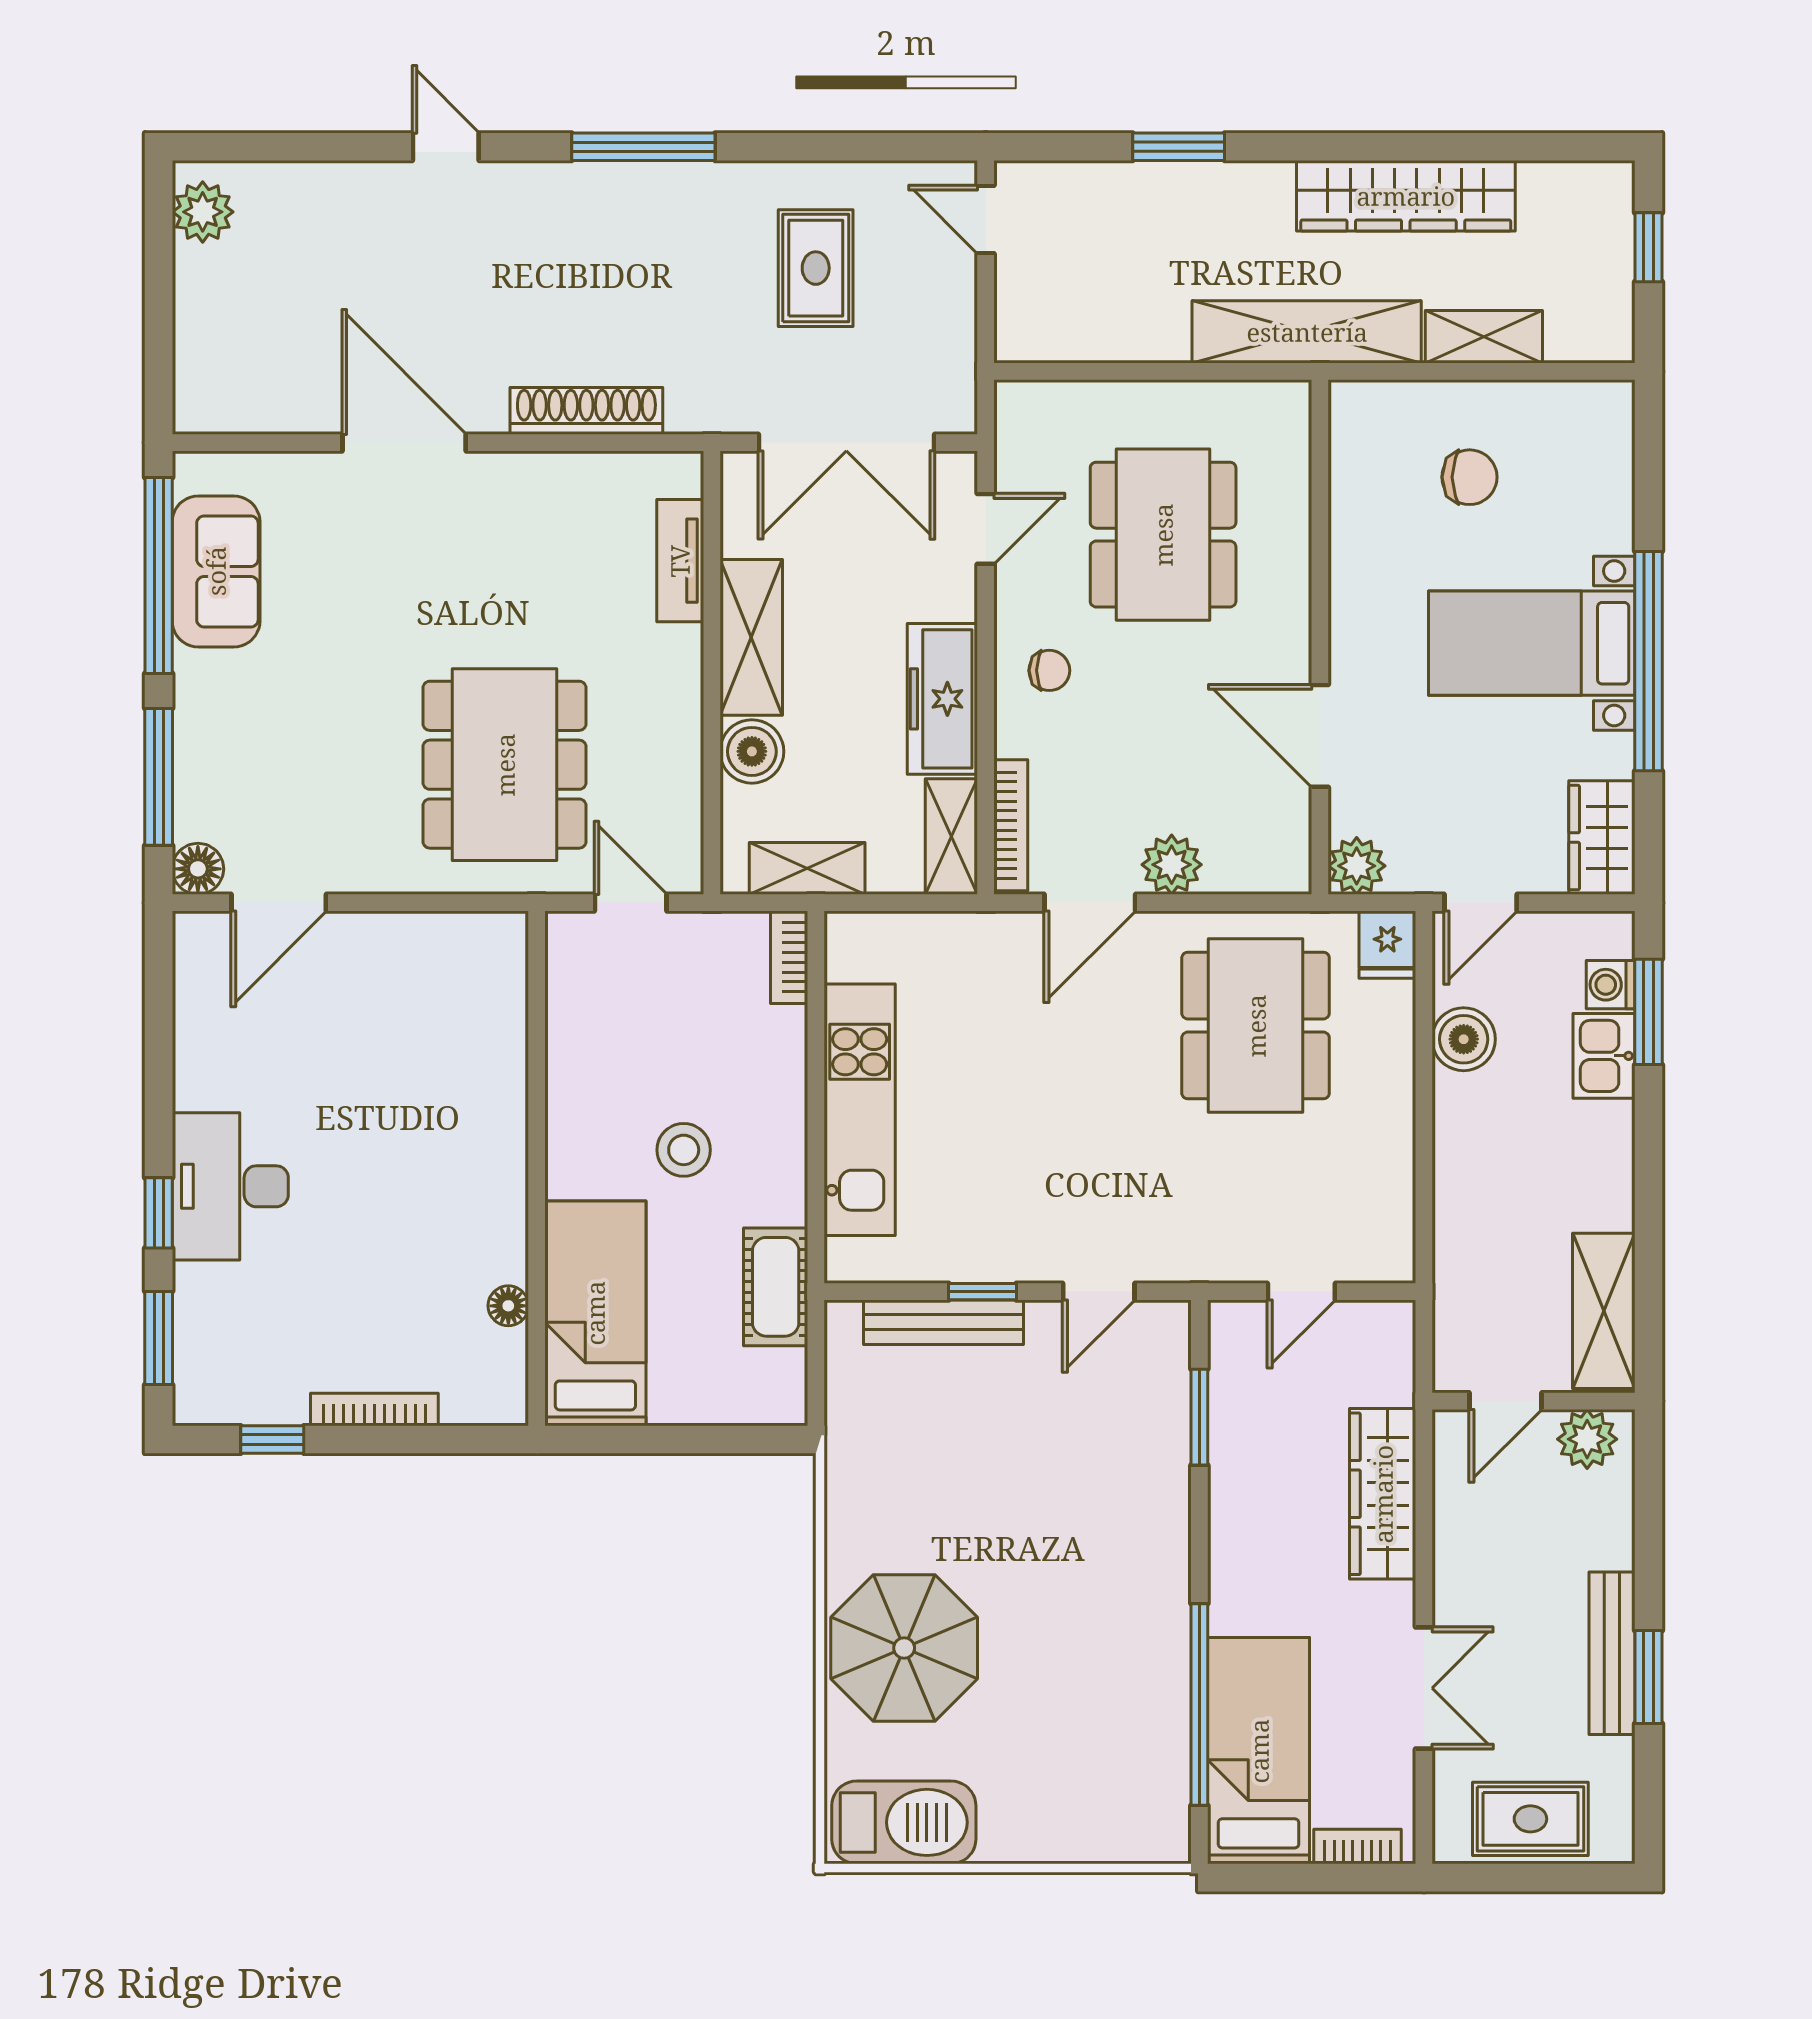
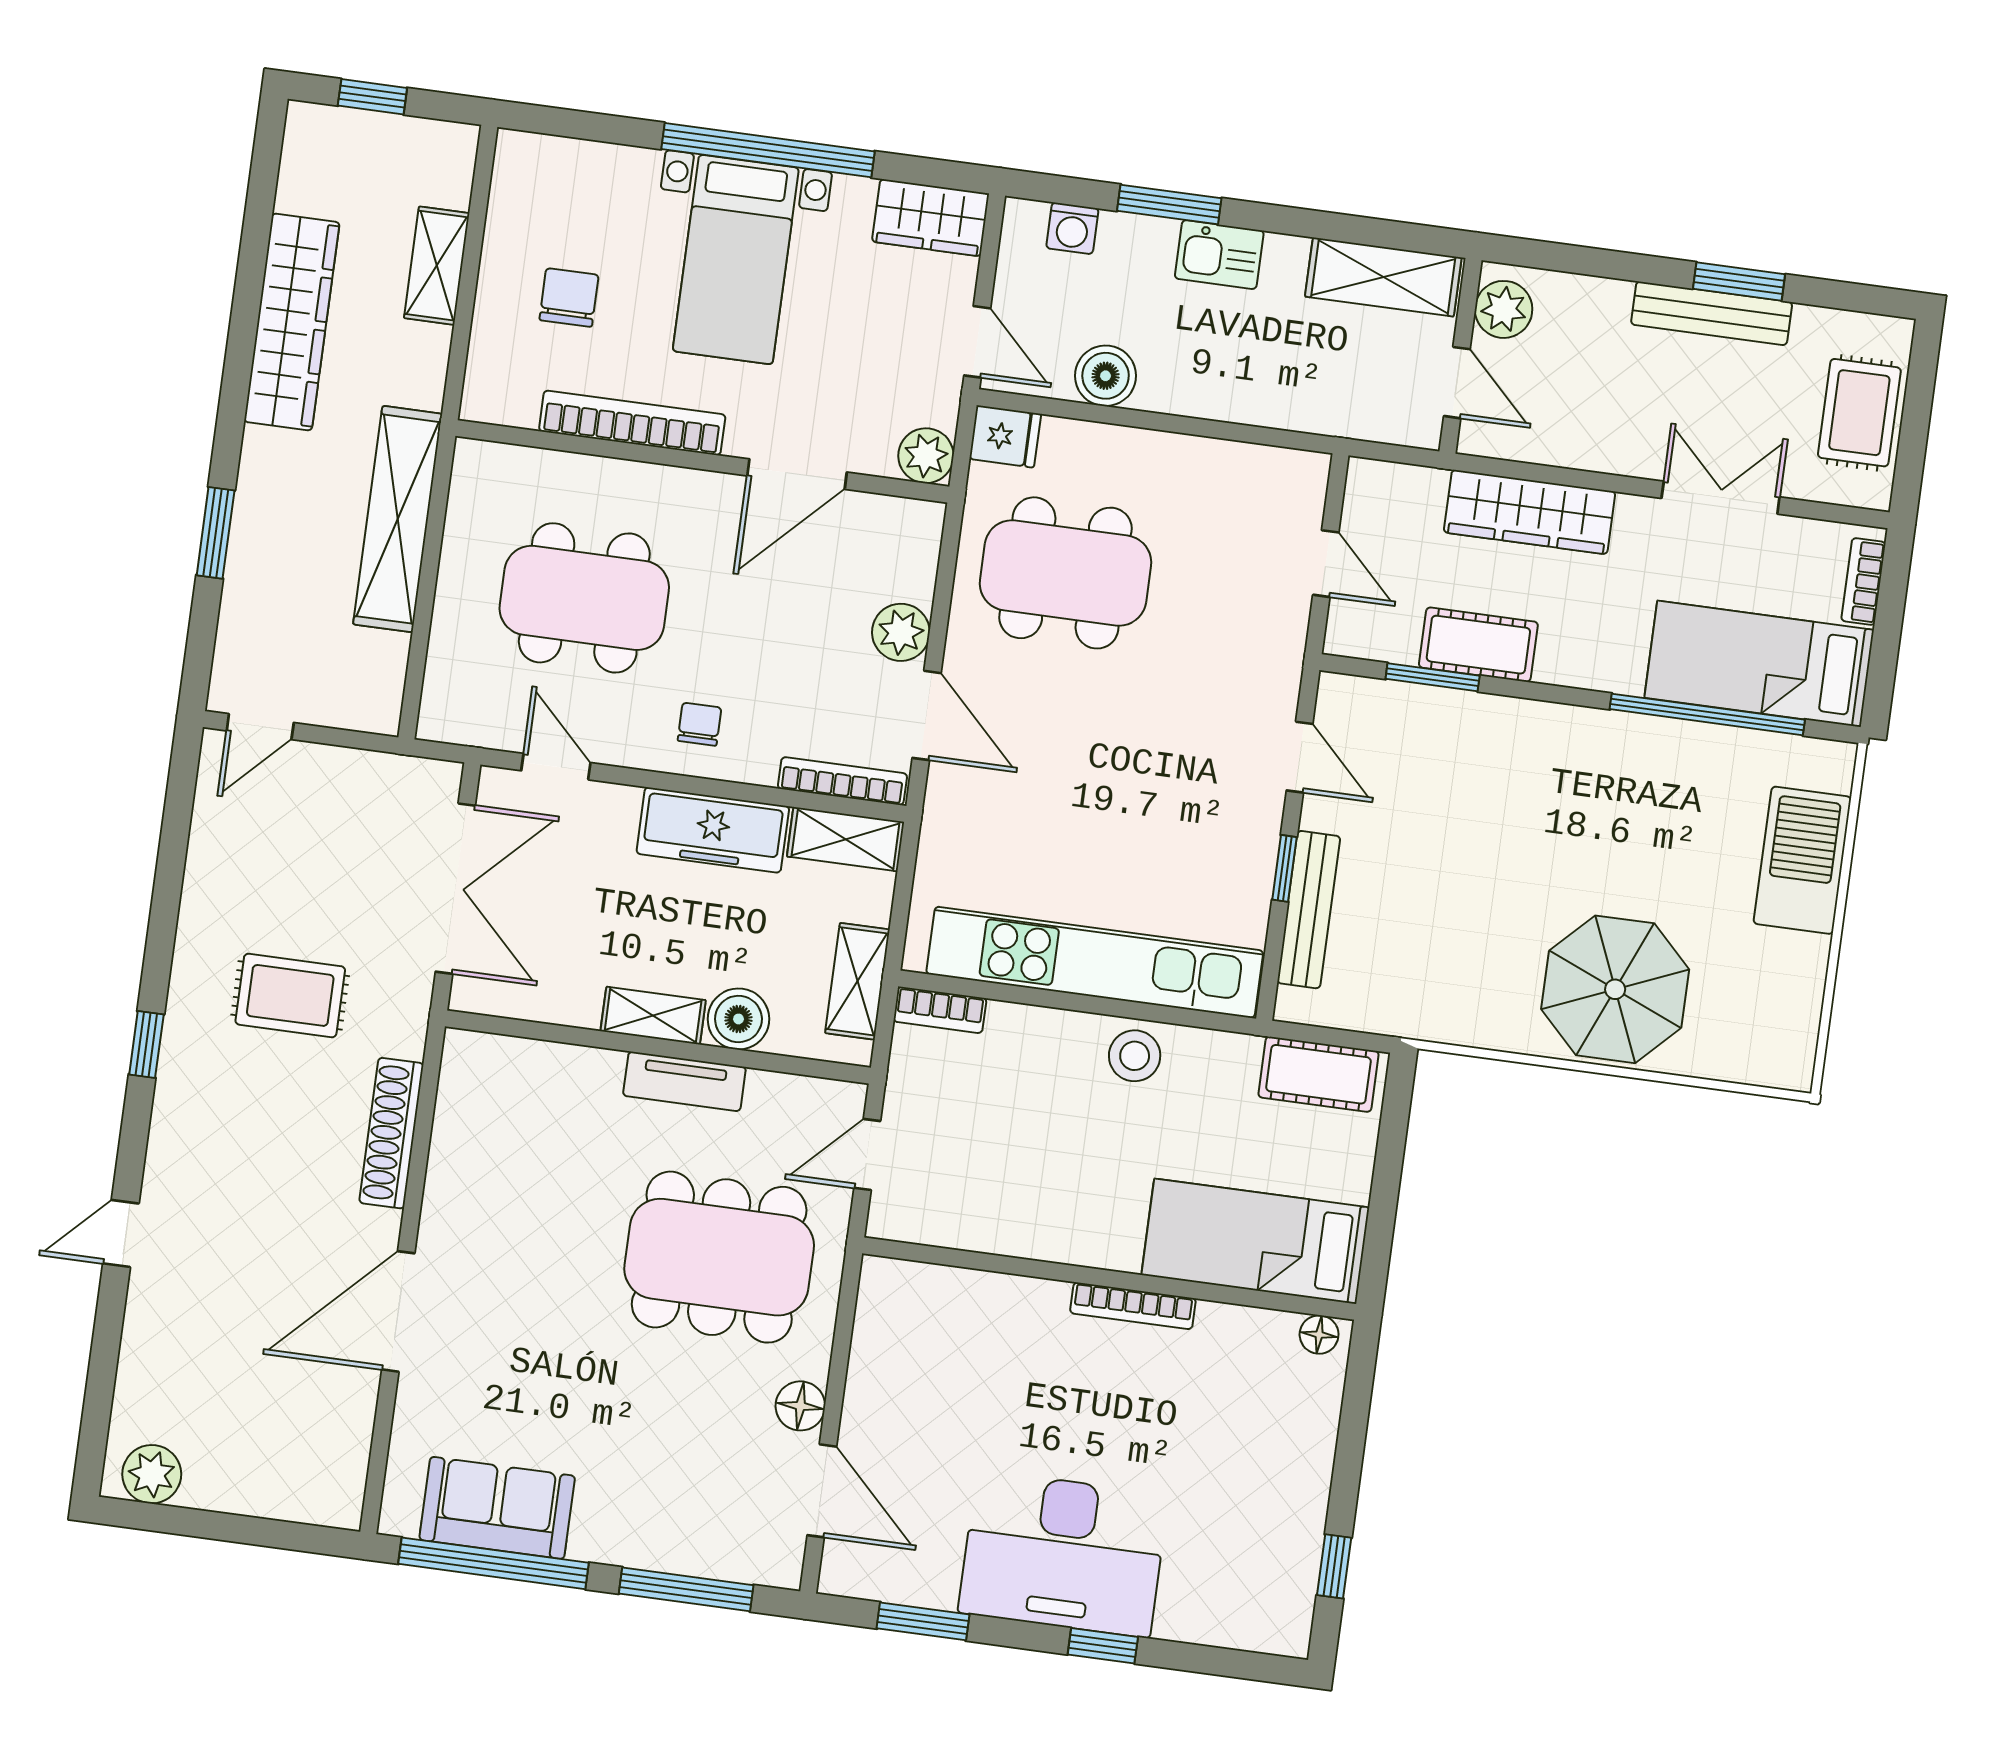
window: (643, 147) -> (146, 1044), width x0.46
rug: (816, 268) -> (290, 995), moved
shelving: (1307, 332) -> (398, 519), moved
bookcase: (1350, 560) -> (632, 423), added
tv unit: (680, 561) -> (684, 1081), moved
shelving: (751, 637) -> (653, 1016), width x0.67, depth x0.75
floor lamp: (198, 869) -> (800, 1406), moved
window: (1648, 1012) -> (1169, 204), moved
kitchen sink: (1604, 1056) -> (1219, 255), moved
kitchen unit: (860, 1110) -> (1095, 962), width x1.36
stool: (684, 1150) -> (1135, 1056), moved
desk: (230, 1186) -> (1063, 1554), width x1.36, depth x1.30
cot: (776, 1287) -> (1318, 1074), moved
floor lamp: (508, 1306) -> (1319, 1335), moved
window: (159, 1338) -> (923, 1621), moved
bookcase: (374, 1409) -> (1133, 1306), moved, turned -90
cot: (1239, 1460) -> (1478, 645), added
barbecue: (904, 1822) -> (1802, 860), moved

